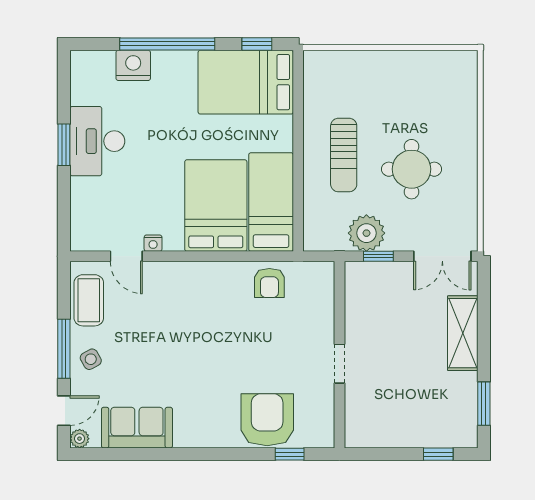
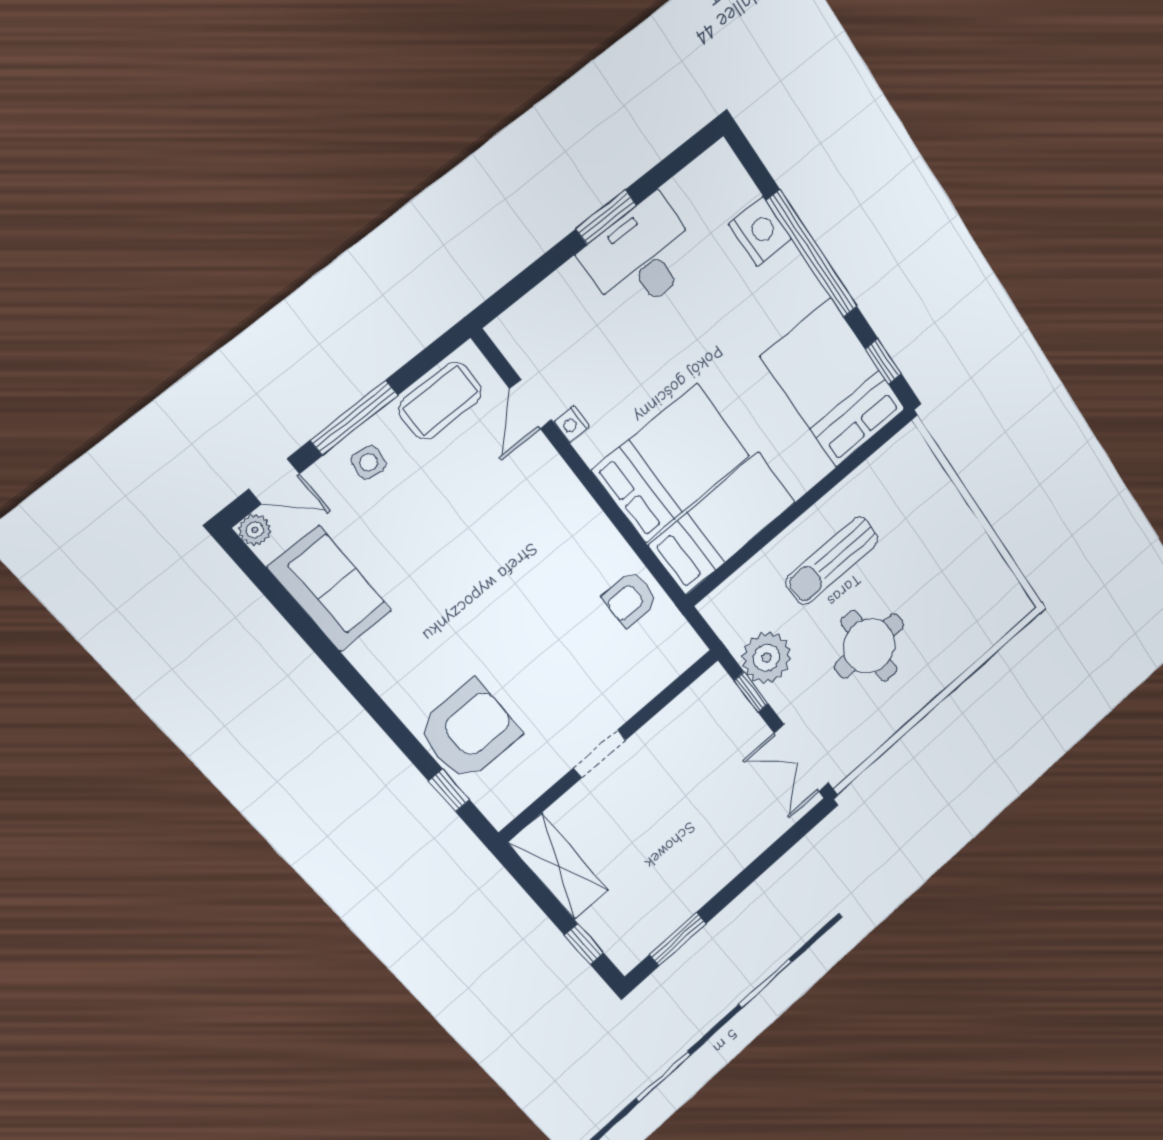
shelving: (463, 333) -> (558, 867), moved, turned 90
side table: (91, 359) -> (369, 462), turned 38

